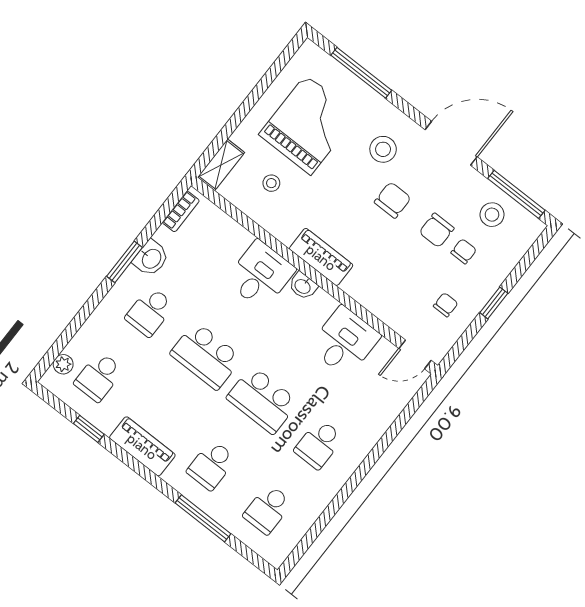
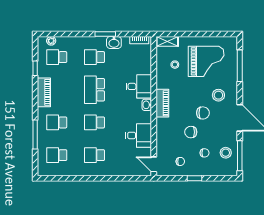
chair: (437, 230) -> (191, 132), moved
school desk: (262, 400) -> (94, 122), width x0.54

